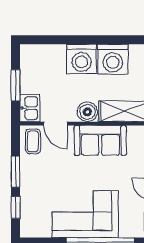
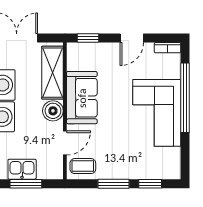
kitchen sink: (30, 108) -> (22, 169), moved

